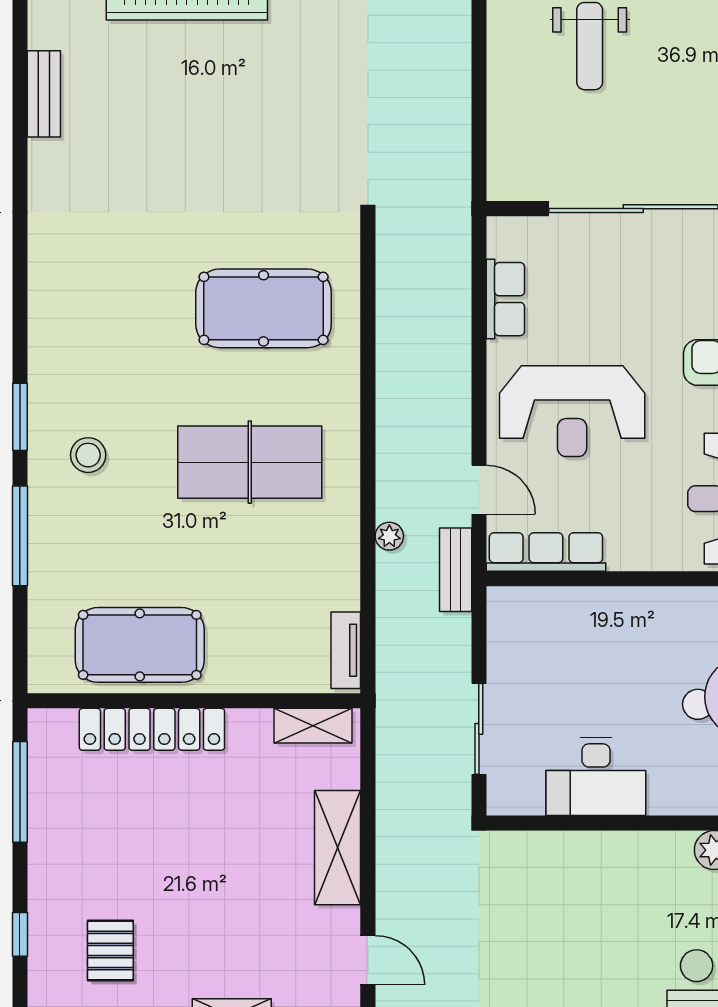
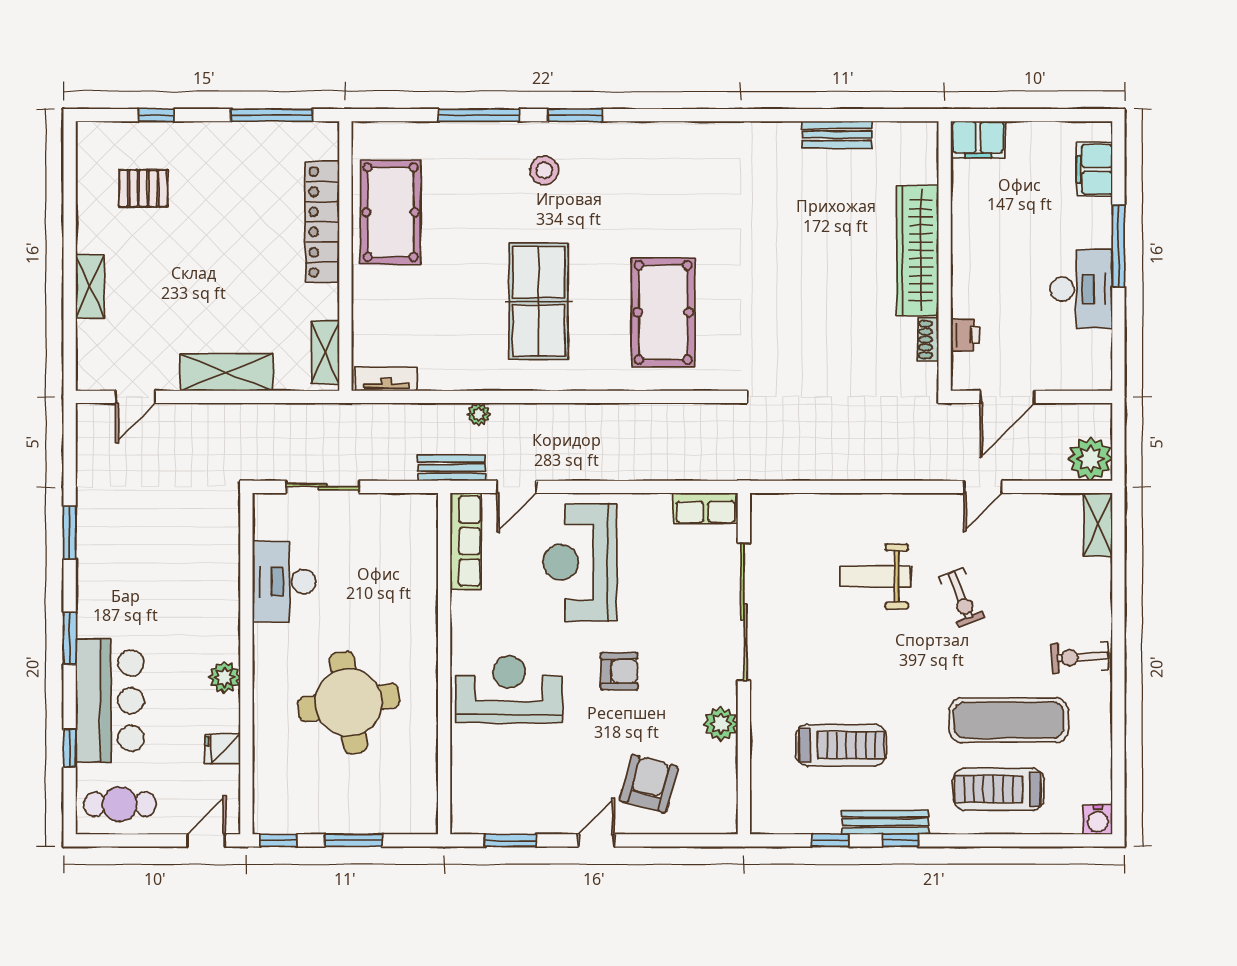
row of seats: (505, 299) -> (706, 508), moved

